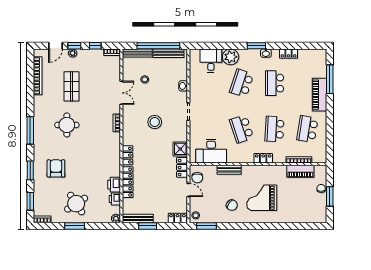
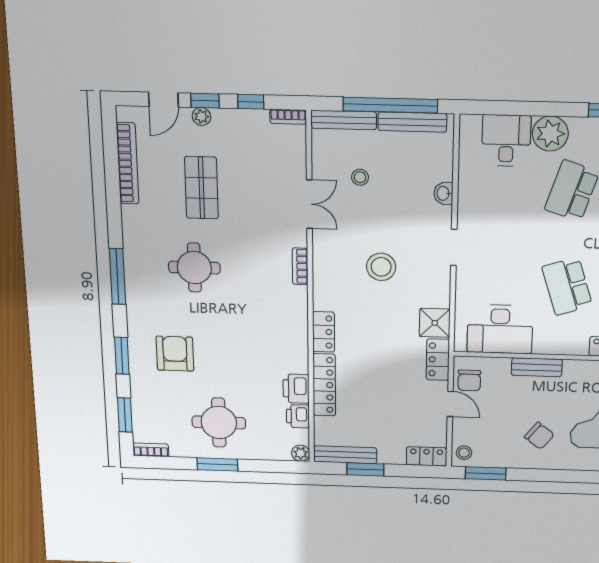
round table: (76, 204) -> (219, 422), turned 33

